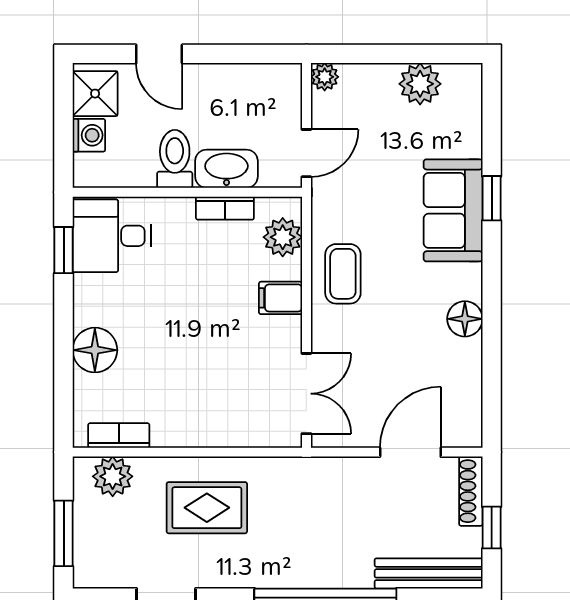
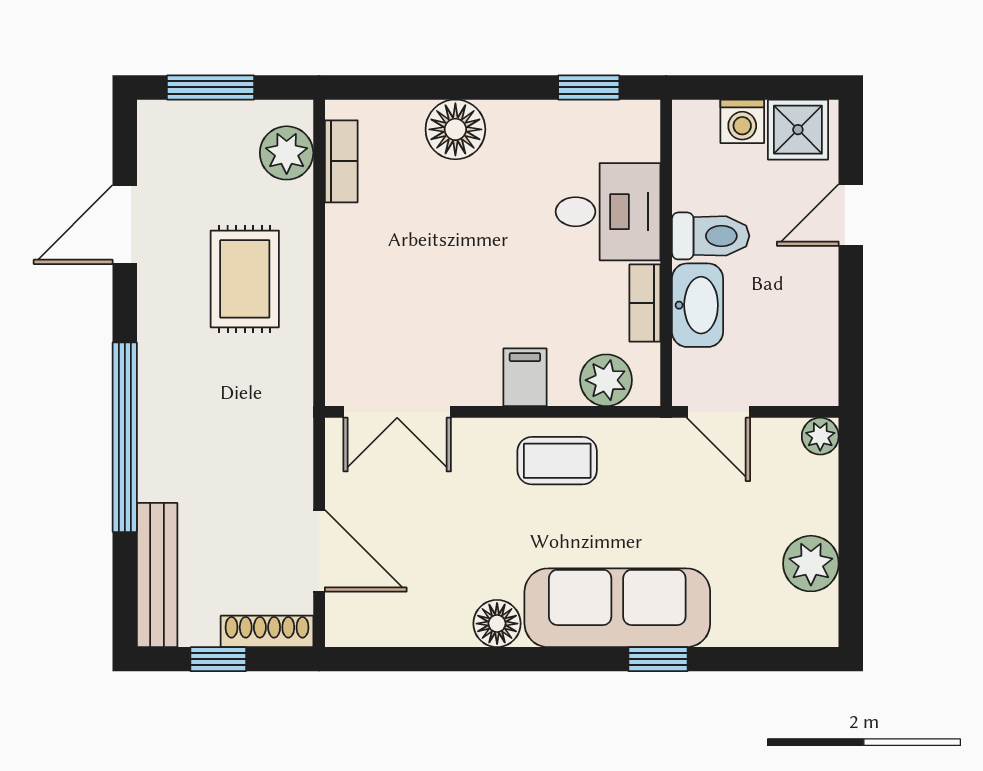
sofa: (453, 210) -> (617, 608), width x1.36
desk: (112, 236) -> (608, 212), moved, turned 90

